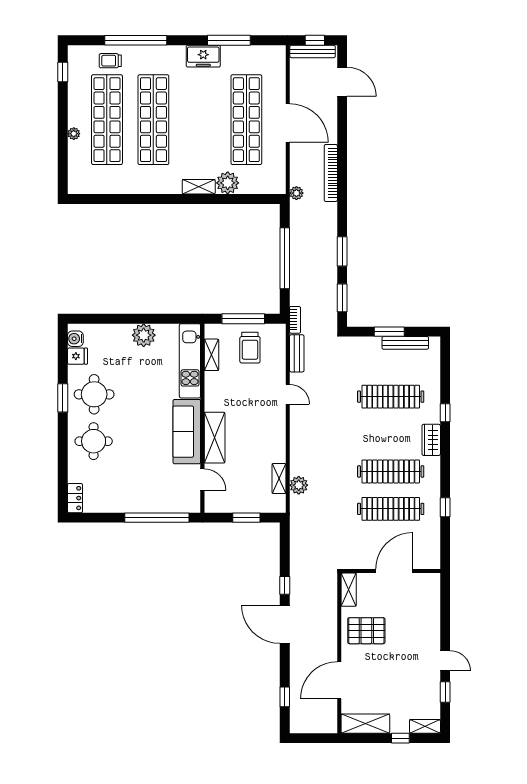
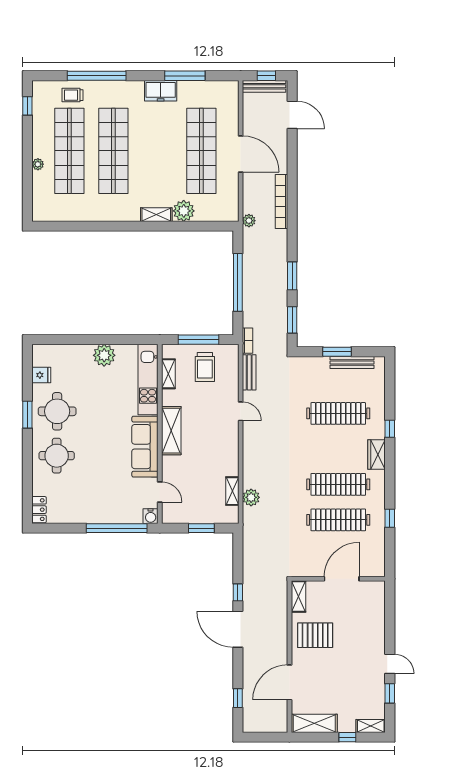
water cooler: (75, 339) -> (151, 516), moved, turned -90
shelving: (215, 438) -> (171, 431), moved

